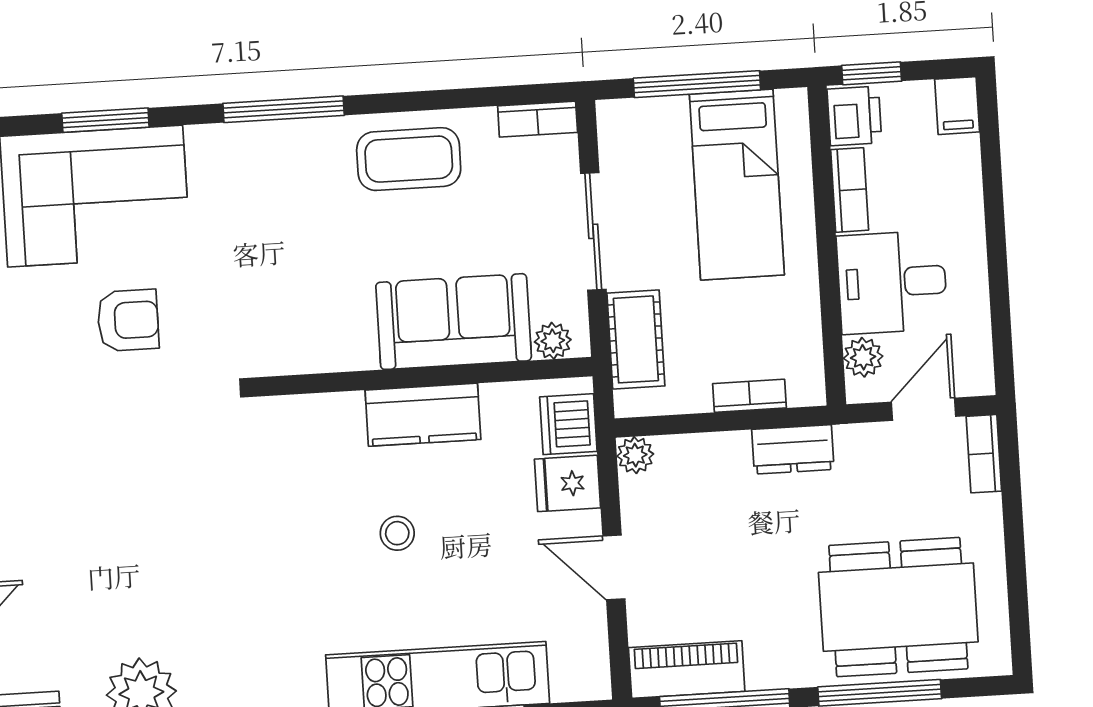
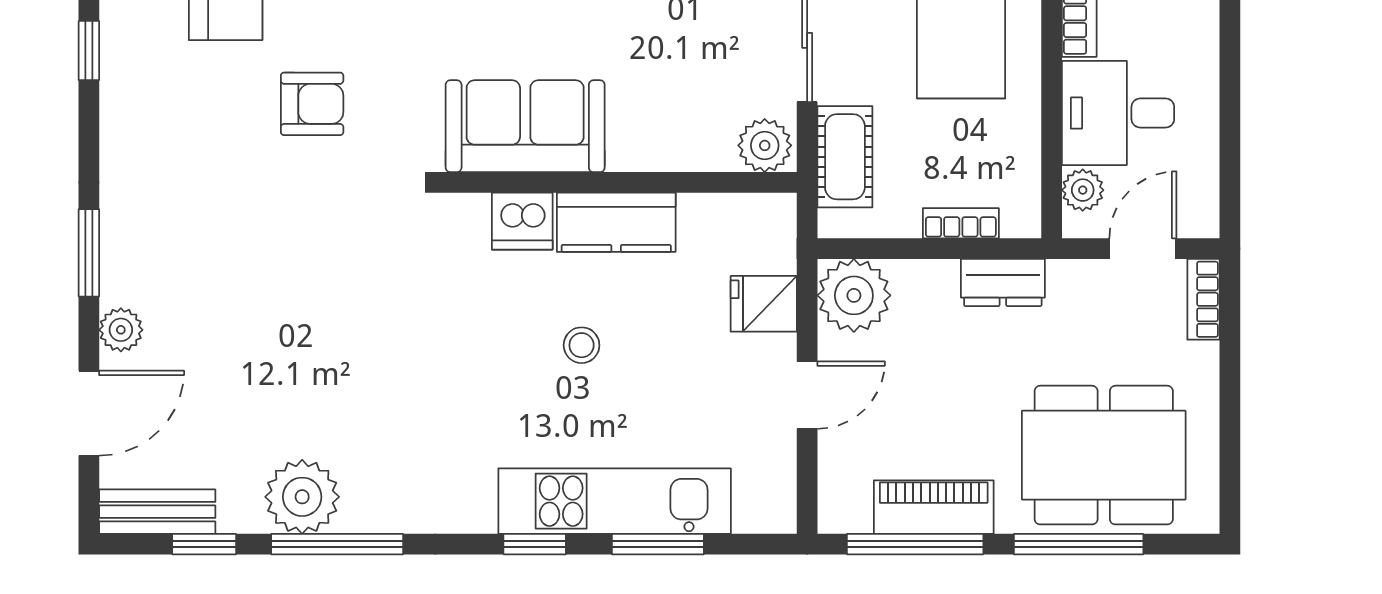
sofa: (454, 322) -> (525, 126), moved
plant: (553, 341) -> (765, 145), width x1.38, depth x1.38
dishwasher: (568, 424) -> (522, 221), moved, turned -90
plant: (635, 455) -> (854, 295), width x1.87, depth x1.87
door: (614, 567) -> (807, 395), swing flipped
piano: (687, 670) -> (934, 507), moved

